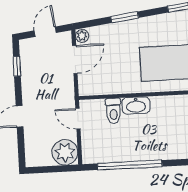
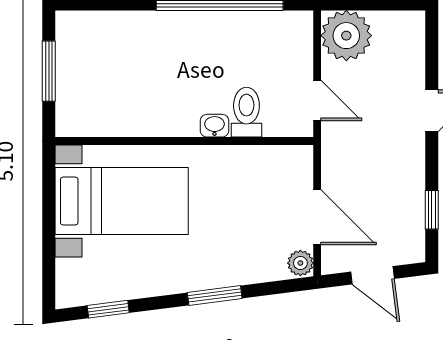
door: (45, 32) -> (372, 275), hinge flipped
door: (75, 60) -> (317, 217), swing flipped
washbasin: (136, 105) -> (215, 126), width x0.52, depth x0.69

